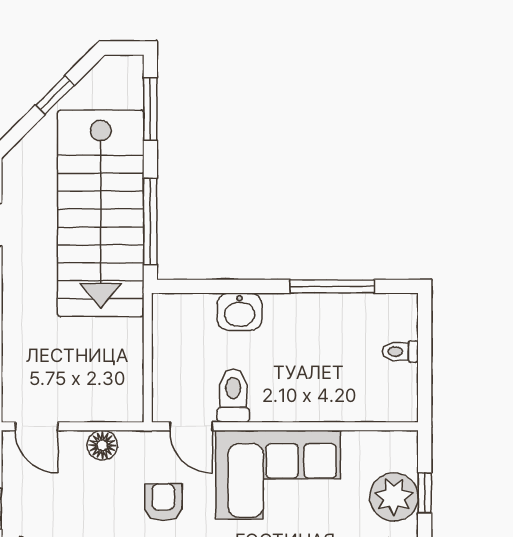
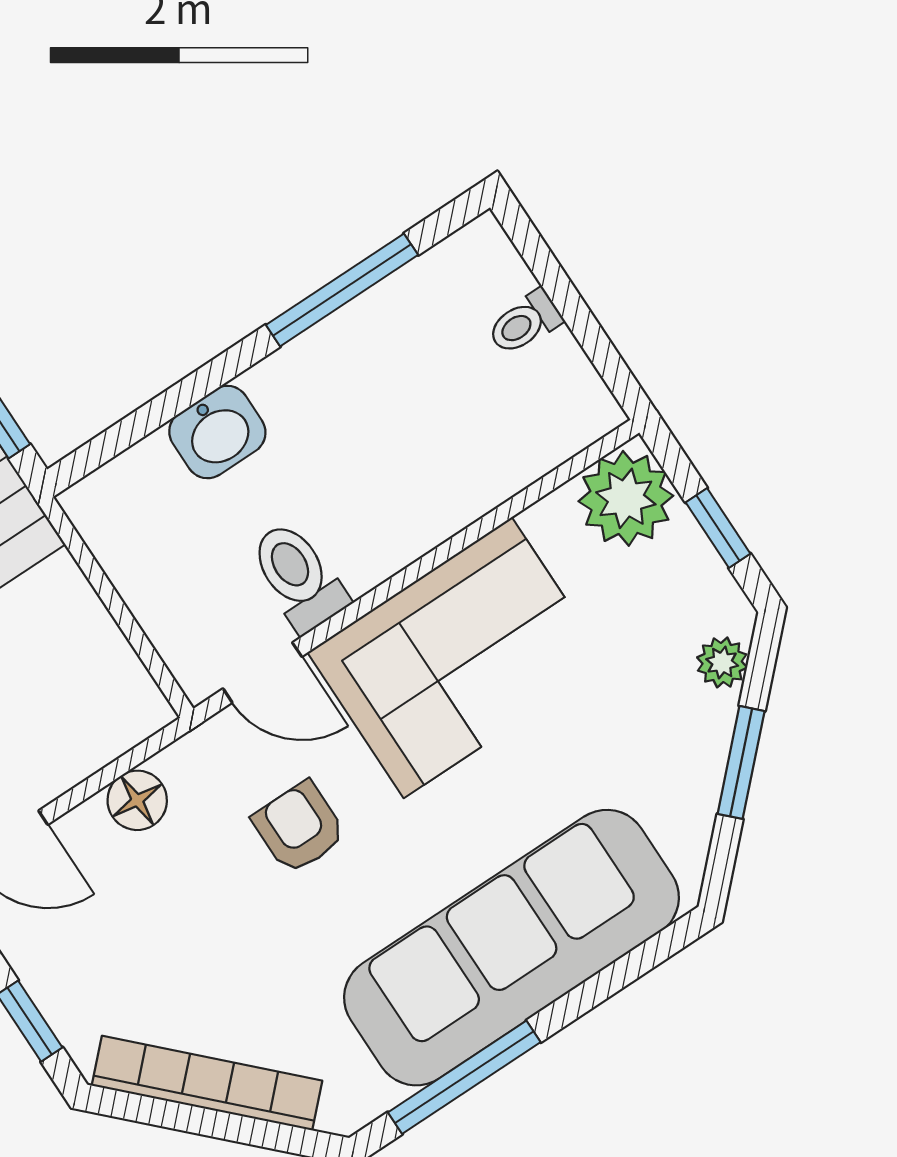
plant: (394, 497) -> (626, 498), moved

